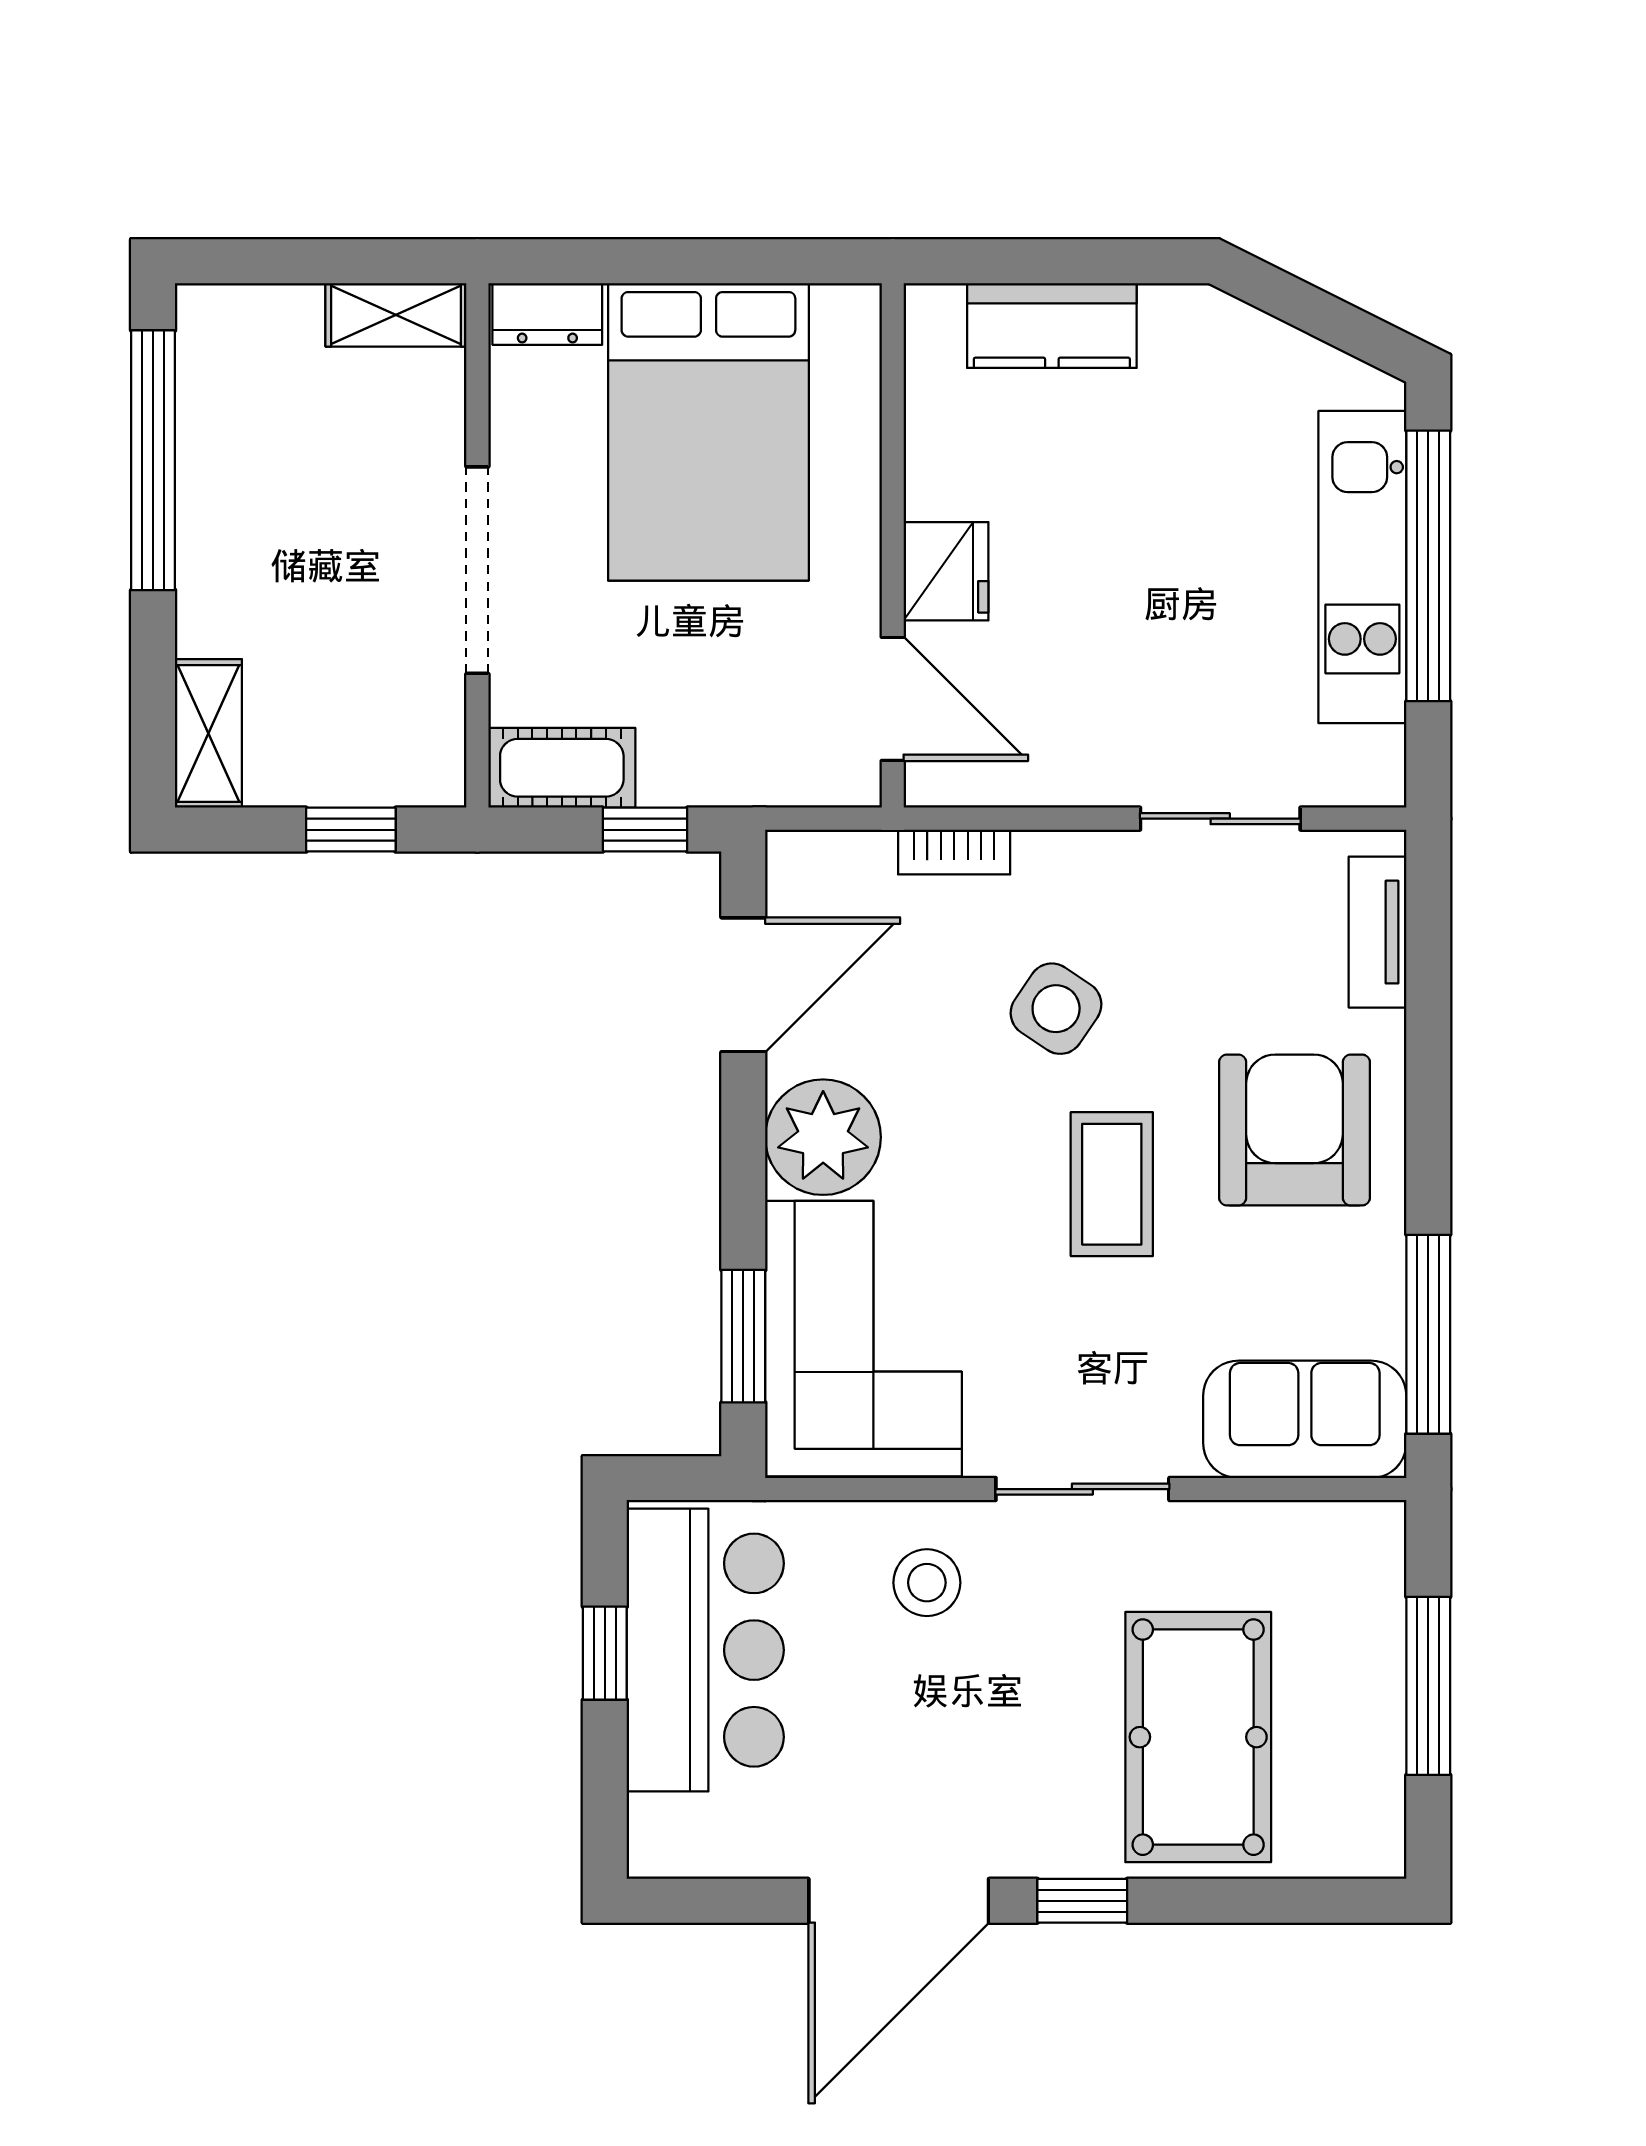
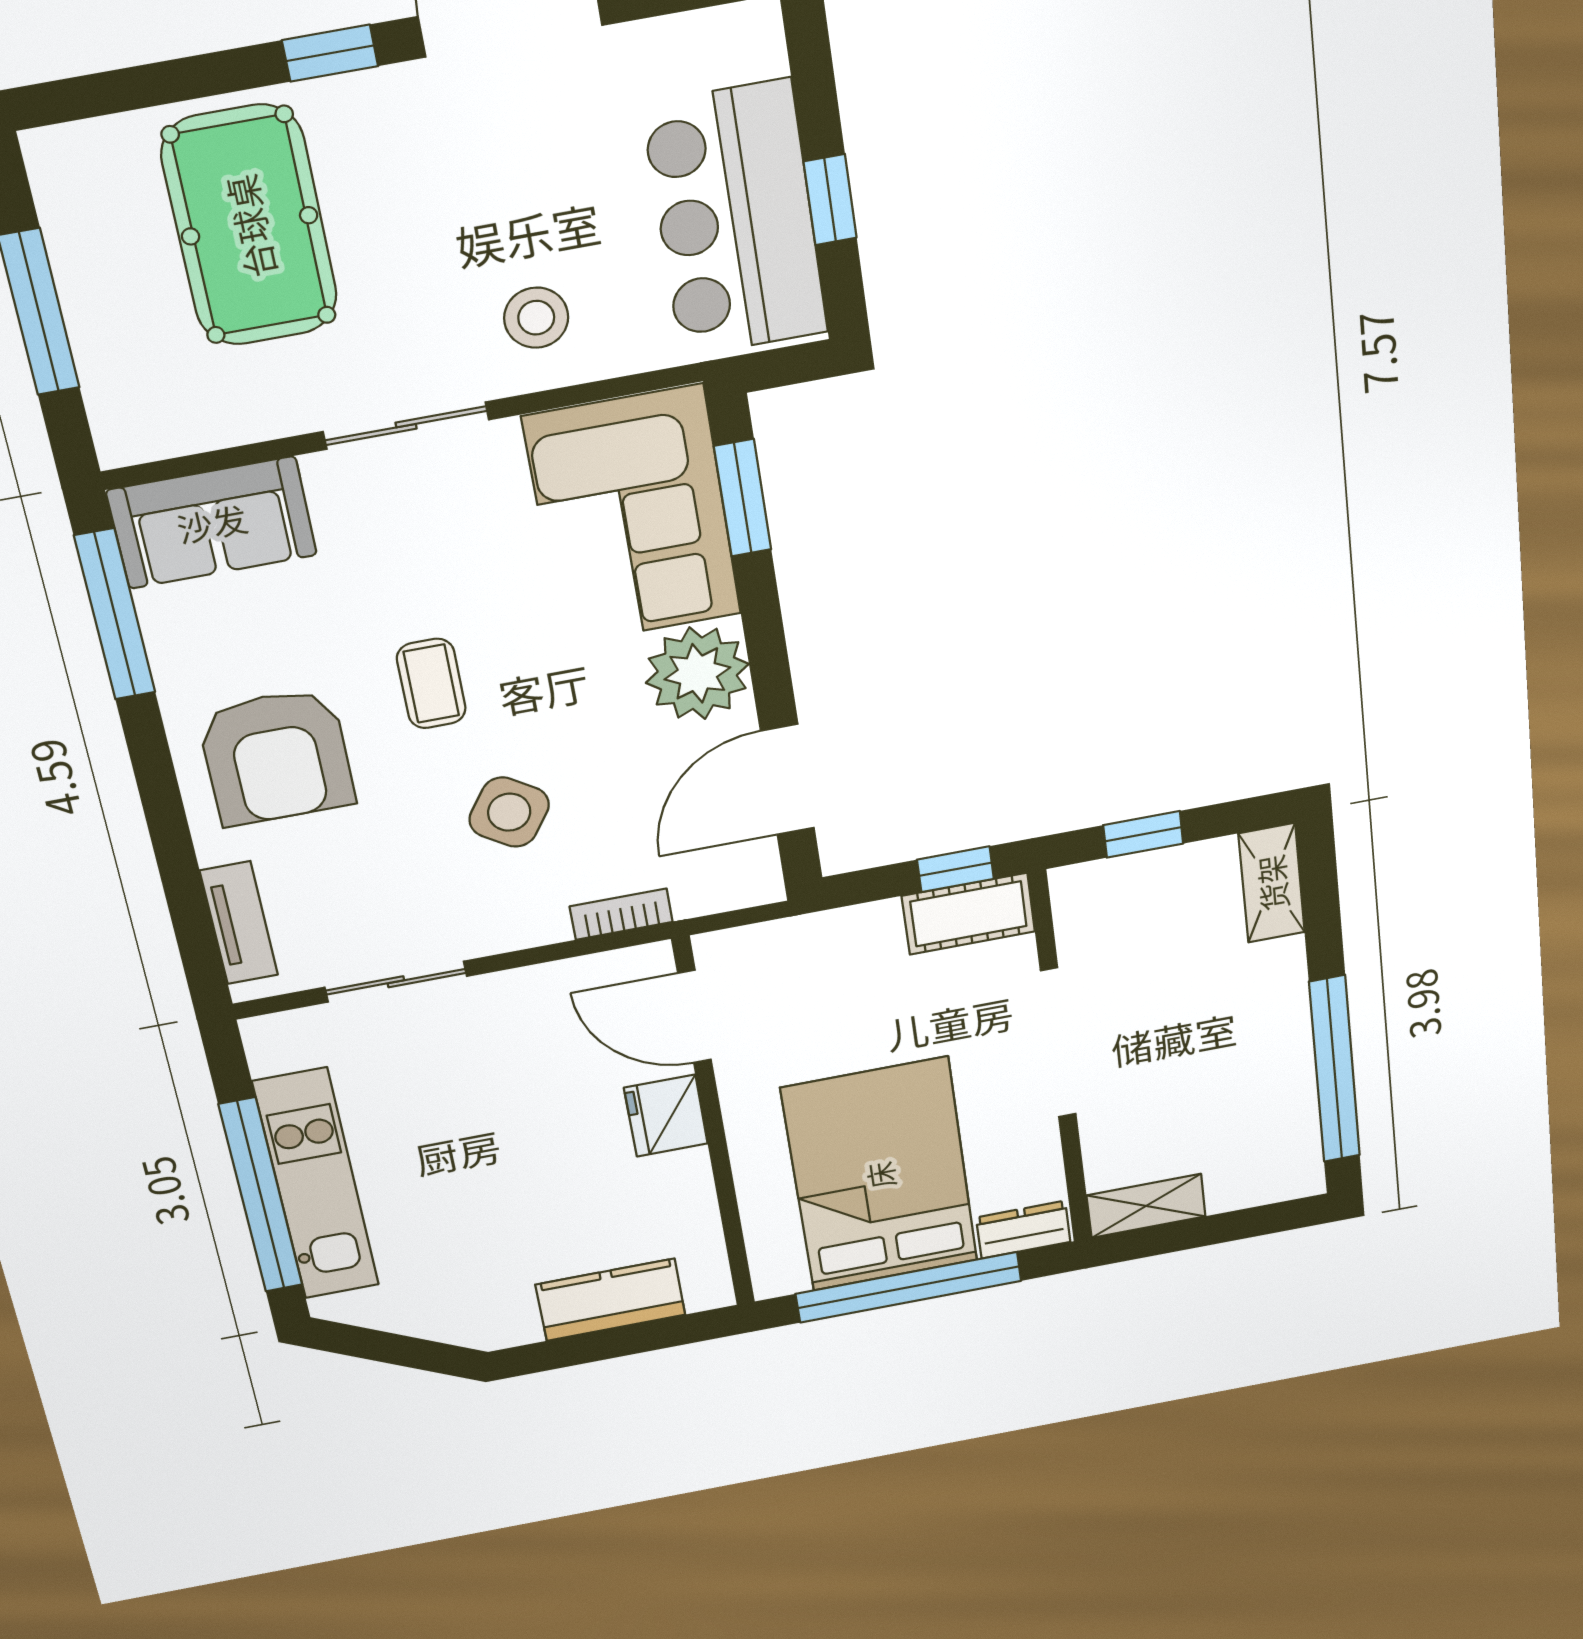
window: (695, 261) -> (909, 1287), added
window: (645, 830) -> (955, 869), moved
coffee table: (1112, 1184) -> (431, 684), width x0.73, depth x0.77

